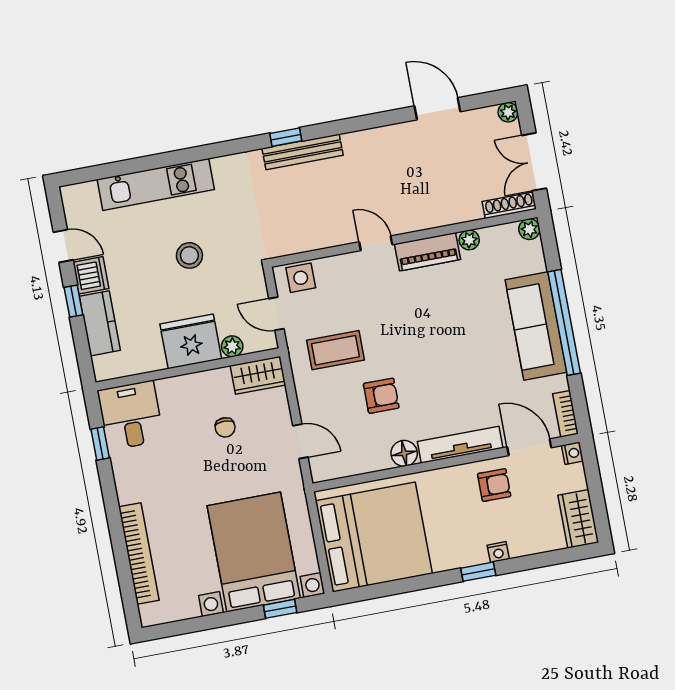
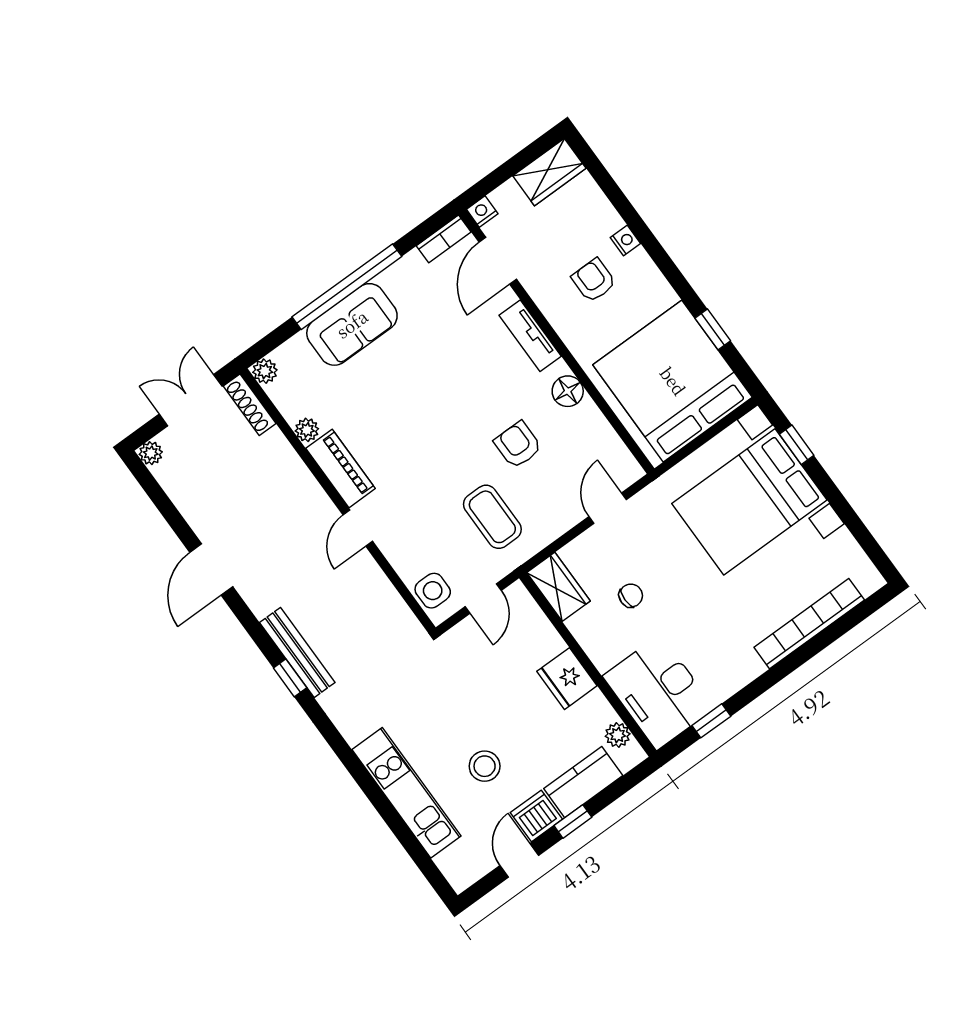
door: (437, 109) -> (211, 569), moved
double door: (534, 162) -> (191, 400), swing flipped
stool: (189, 255) -> (485, 766), moved
sofa: (536, 326) -> (352, 324), width x0.73
fridge: (191, 341) -> (567, 679), width x0.73, depth x0.75
plant: (232, 346) -> (618, 735), moved
desk: (131, 415) -> (659, 692), width x1.37
tv unit: (460, 445) -> (530, 336), width x0.71
armchair: (494, 485) -> (594, 280), moved
window: (478, 572) -> (713, 329), moved

